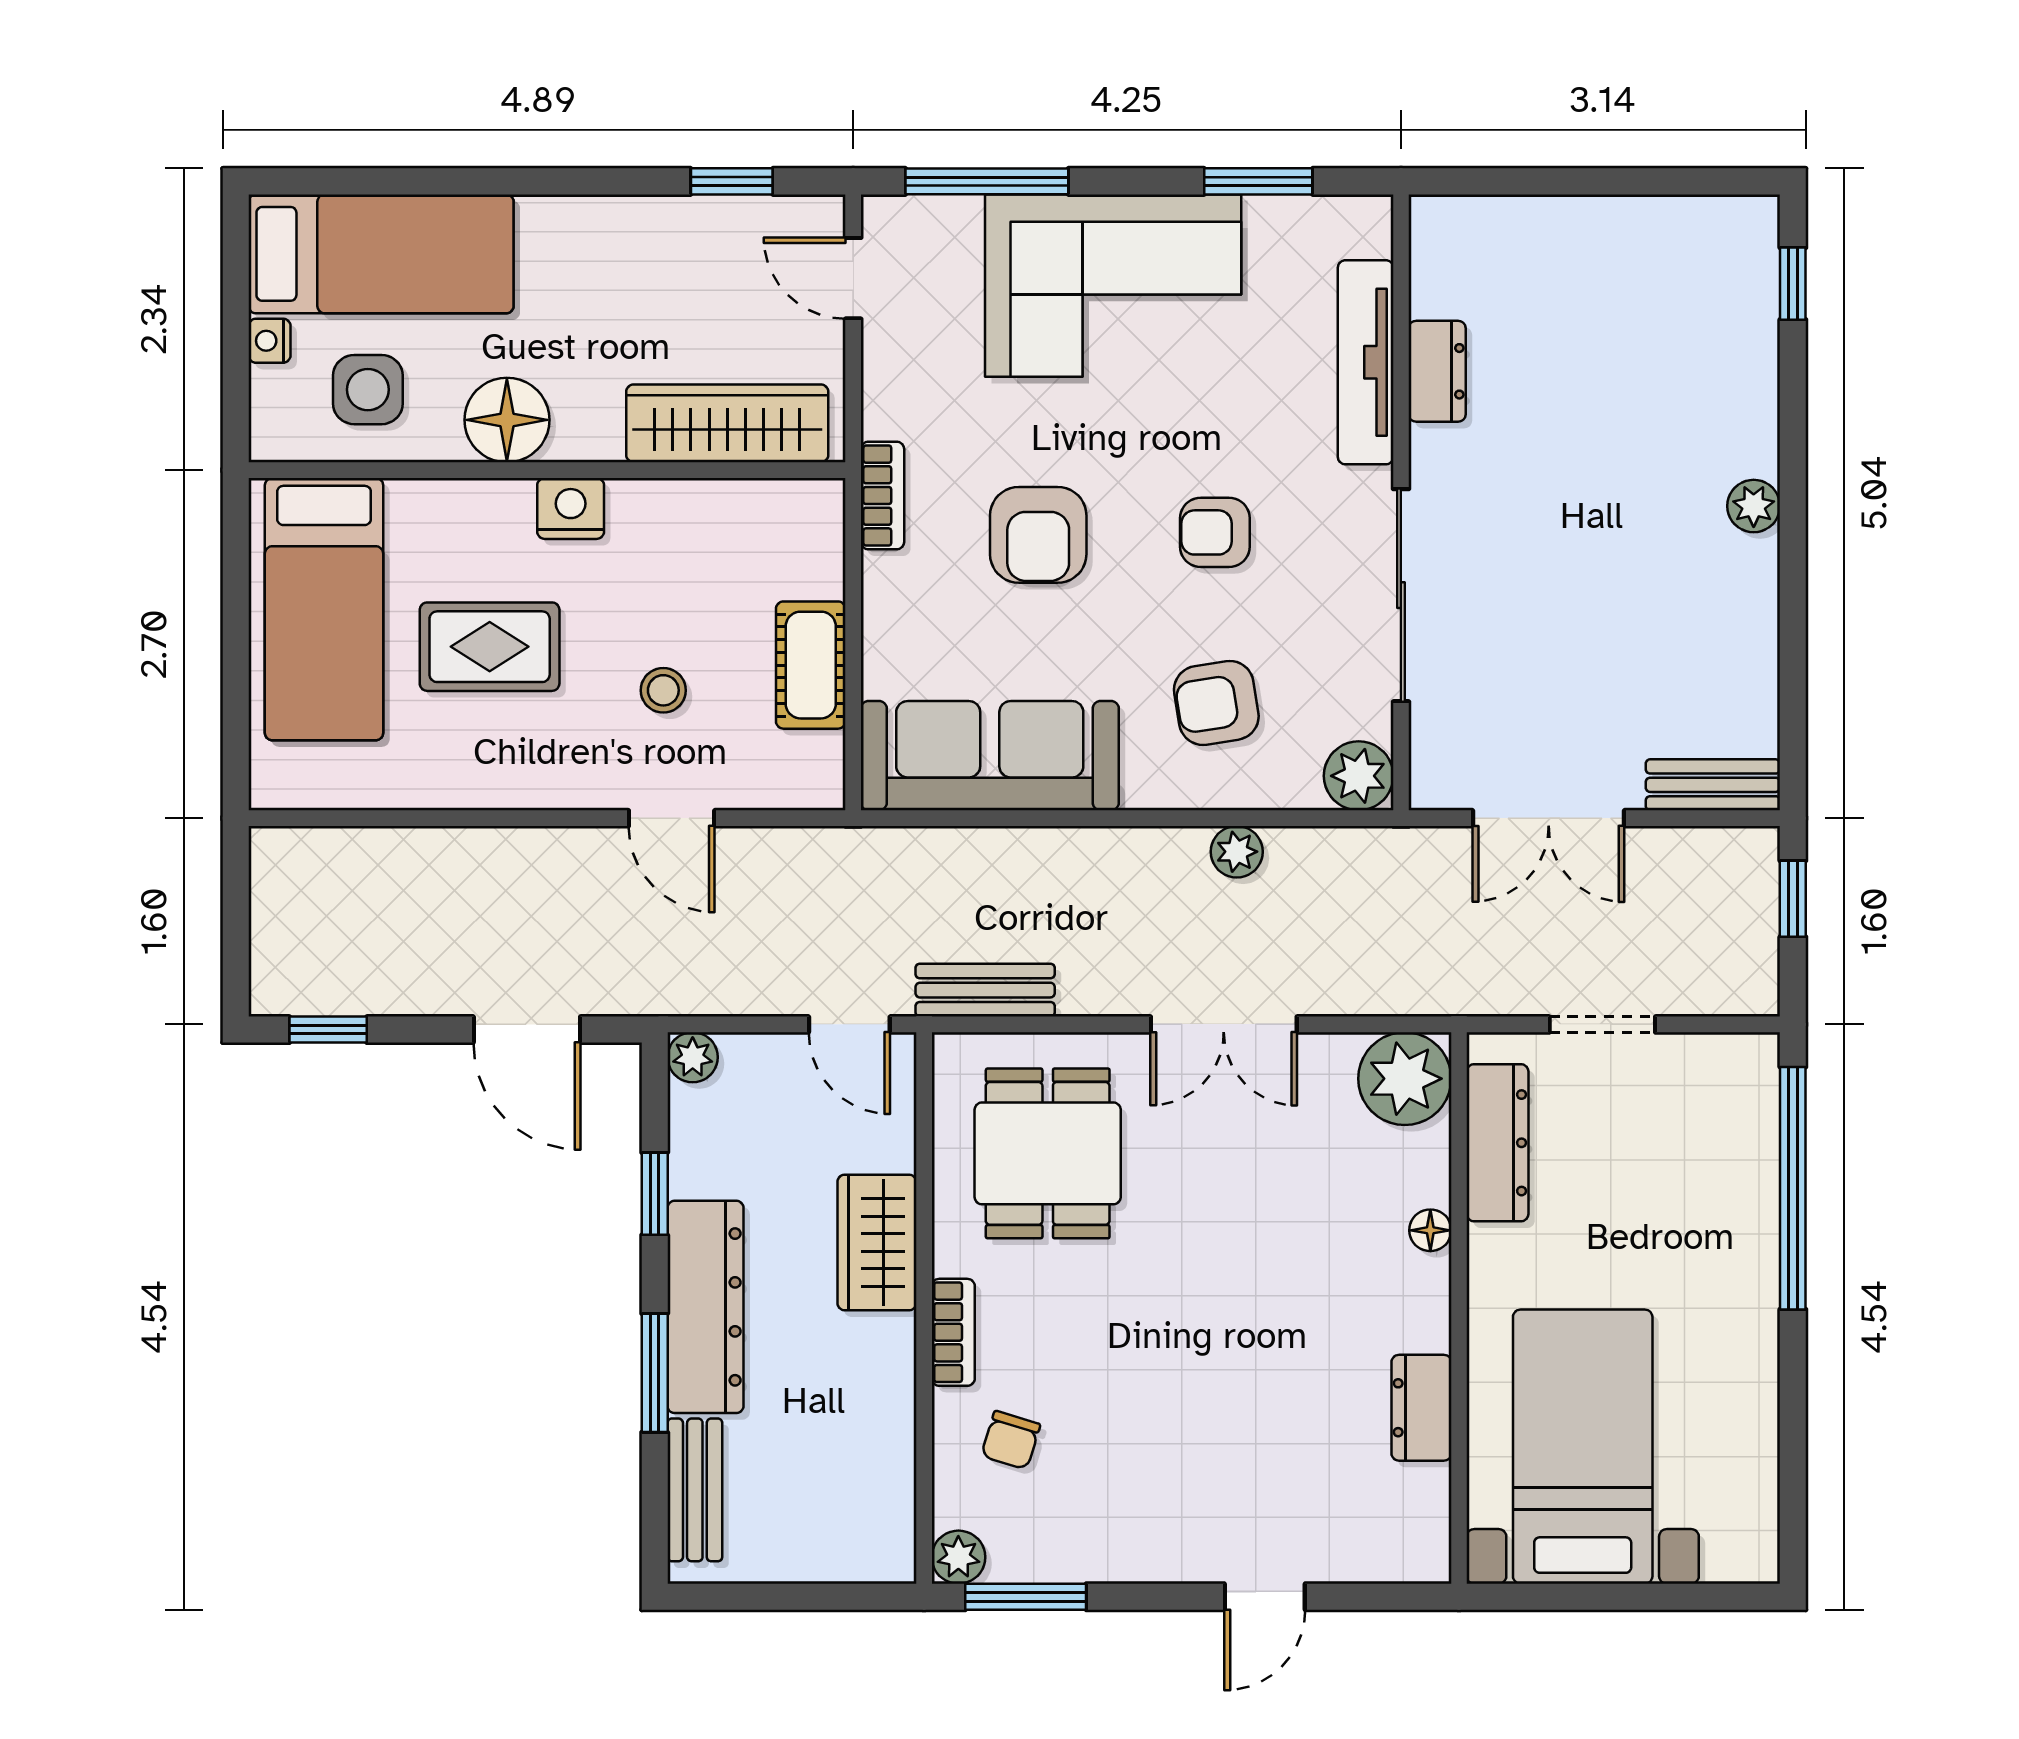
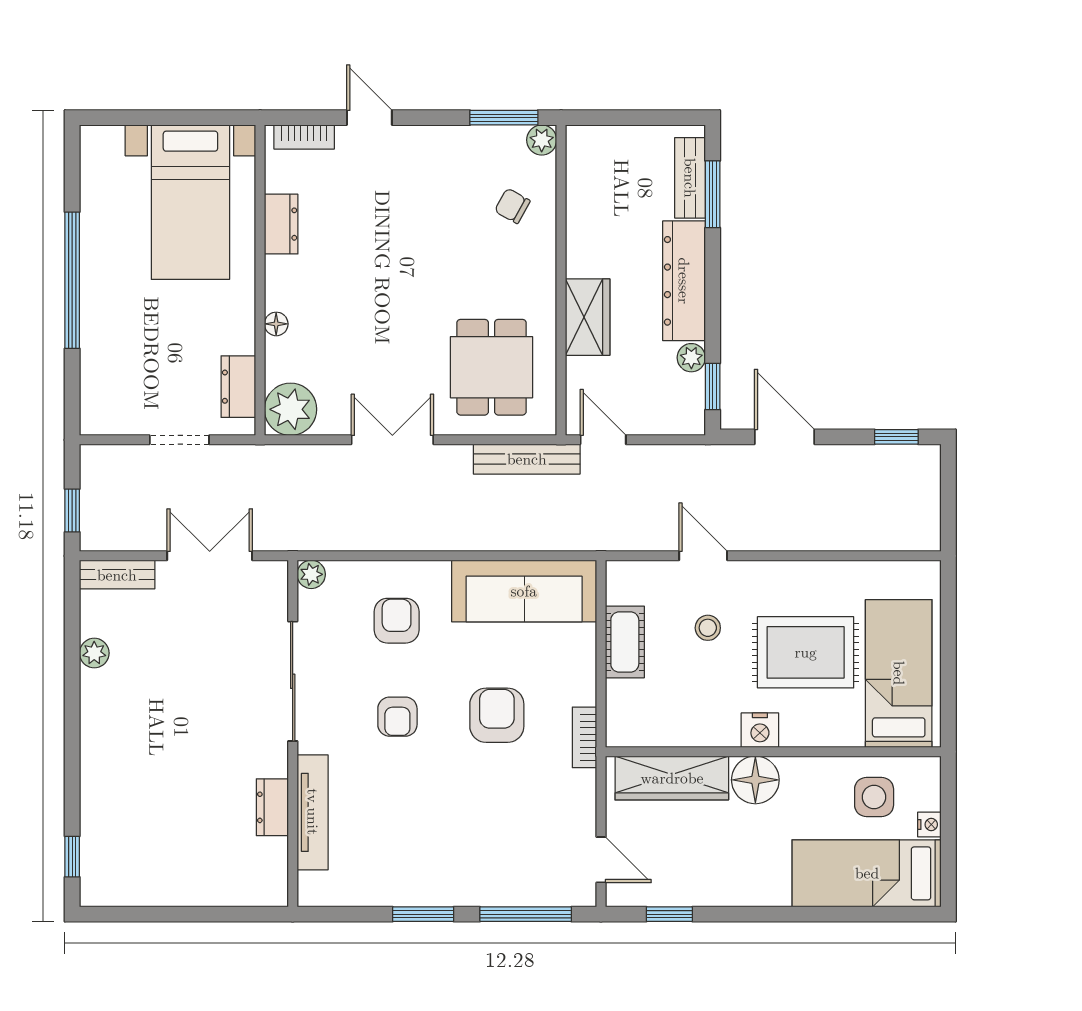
window: (1258, 181) -> (423, 914), moved
corner sofa: (1113, 286) -> (455, 856), removed
floor lamp: (507, 420) -> (755, 780), moved
plant: (1754, 506) -> (94, 653), moved
armchair: (1215, 532) -> (397, 717), turned 90
rug: (490, 647) -> (806, 652), width x1.36, depth x1.43
armchair: (1216, 703) -> (397, 621), turned -81
plant: (1359, 776) -> (311, 574), width x0.73, depth x0.73
plant: (1237, 852) -> (385, 537), removed
bench: (985, 990) -> (527, 459), width x1.36
plant: (693, 1057) -> (691, 358), moved
dresser: (1498, 1143) -> (238, 387), width x0.70
window: (1793, 1188) -> (72, 280), moved
window: (655, 1194) -> (713, 386), moved
bookcase: (953, 1332) -> (304, 137), moved, turned -90
window: (655, 1373) -> (713, 194), moved
chair: (1011, 1440) -> (512, 206), turned -78
door: (1265, 1597) -> (369, 118), hinge flipped

